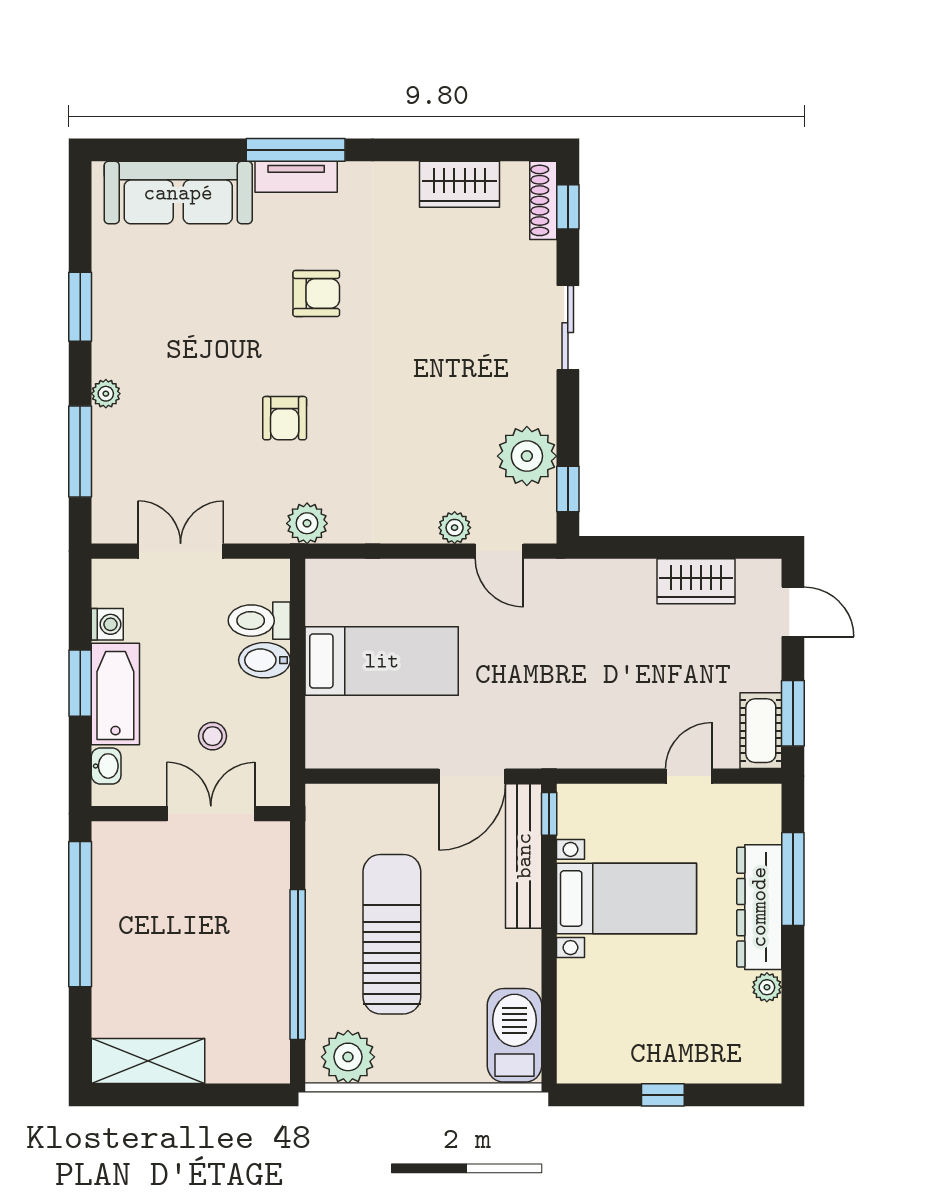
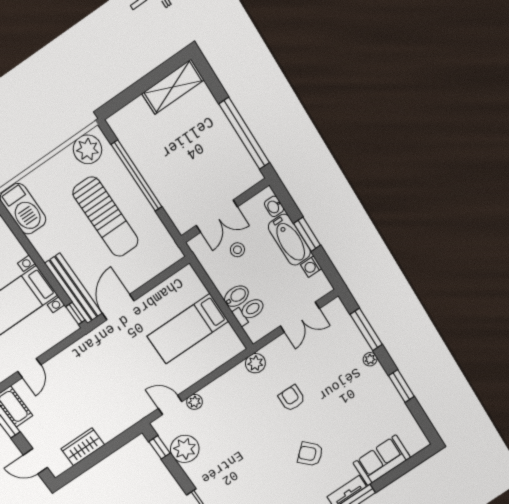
sofa: (178, 193) -> (382, 460), width x0.73
armchair: (316, 293) -> (310, 454), turned 46

